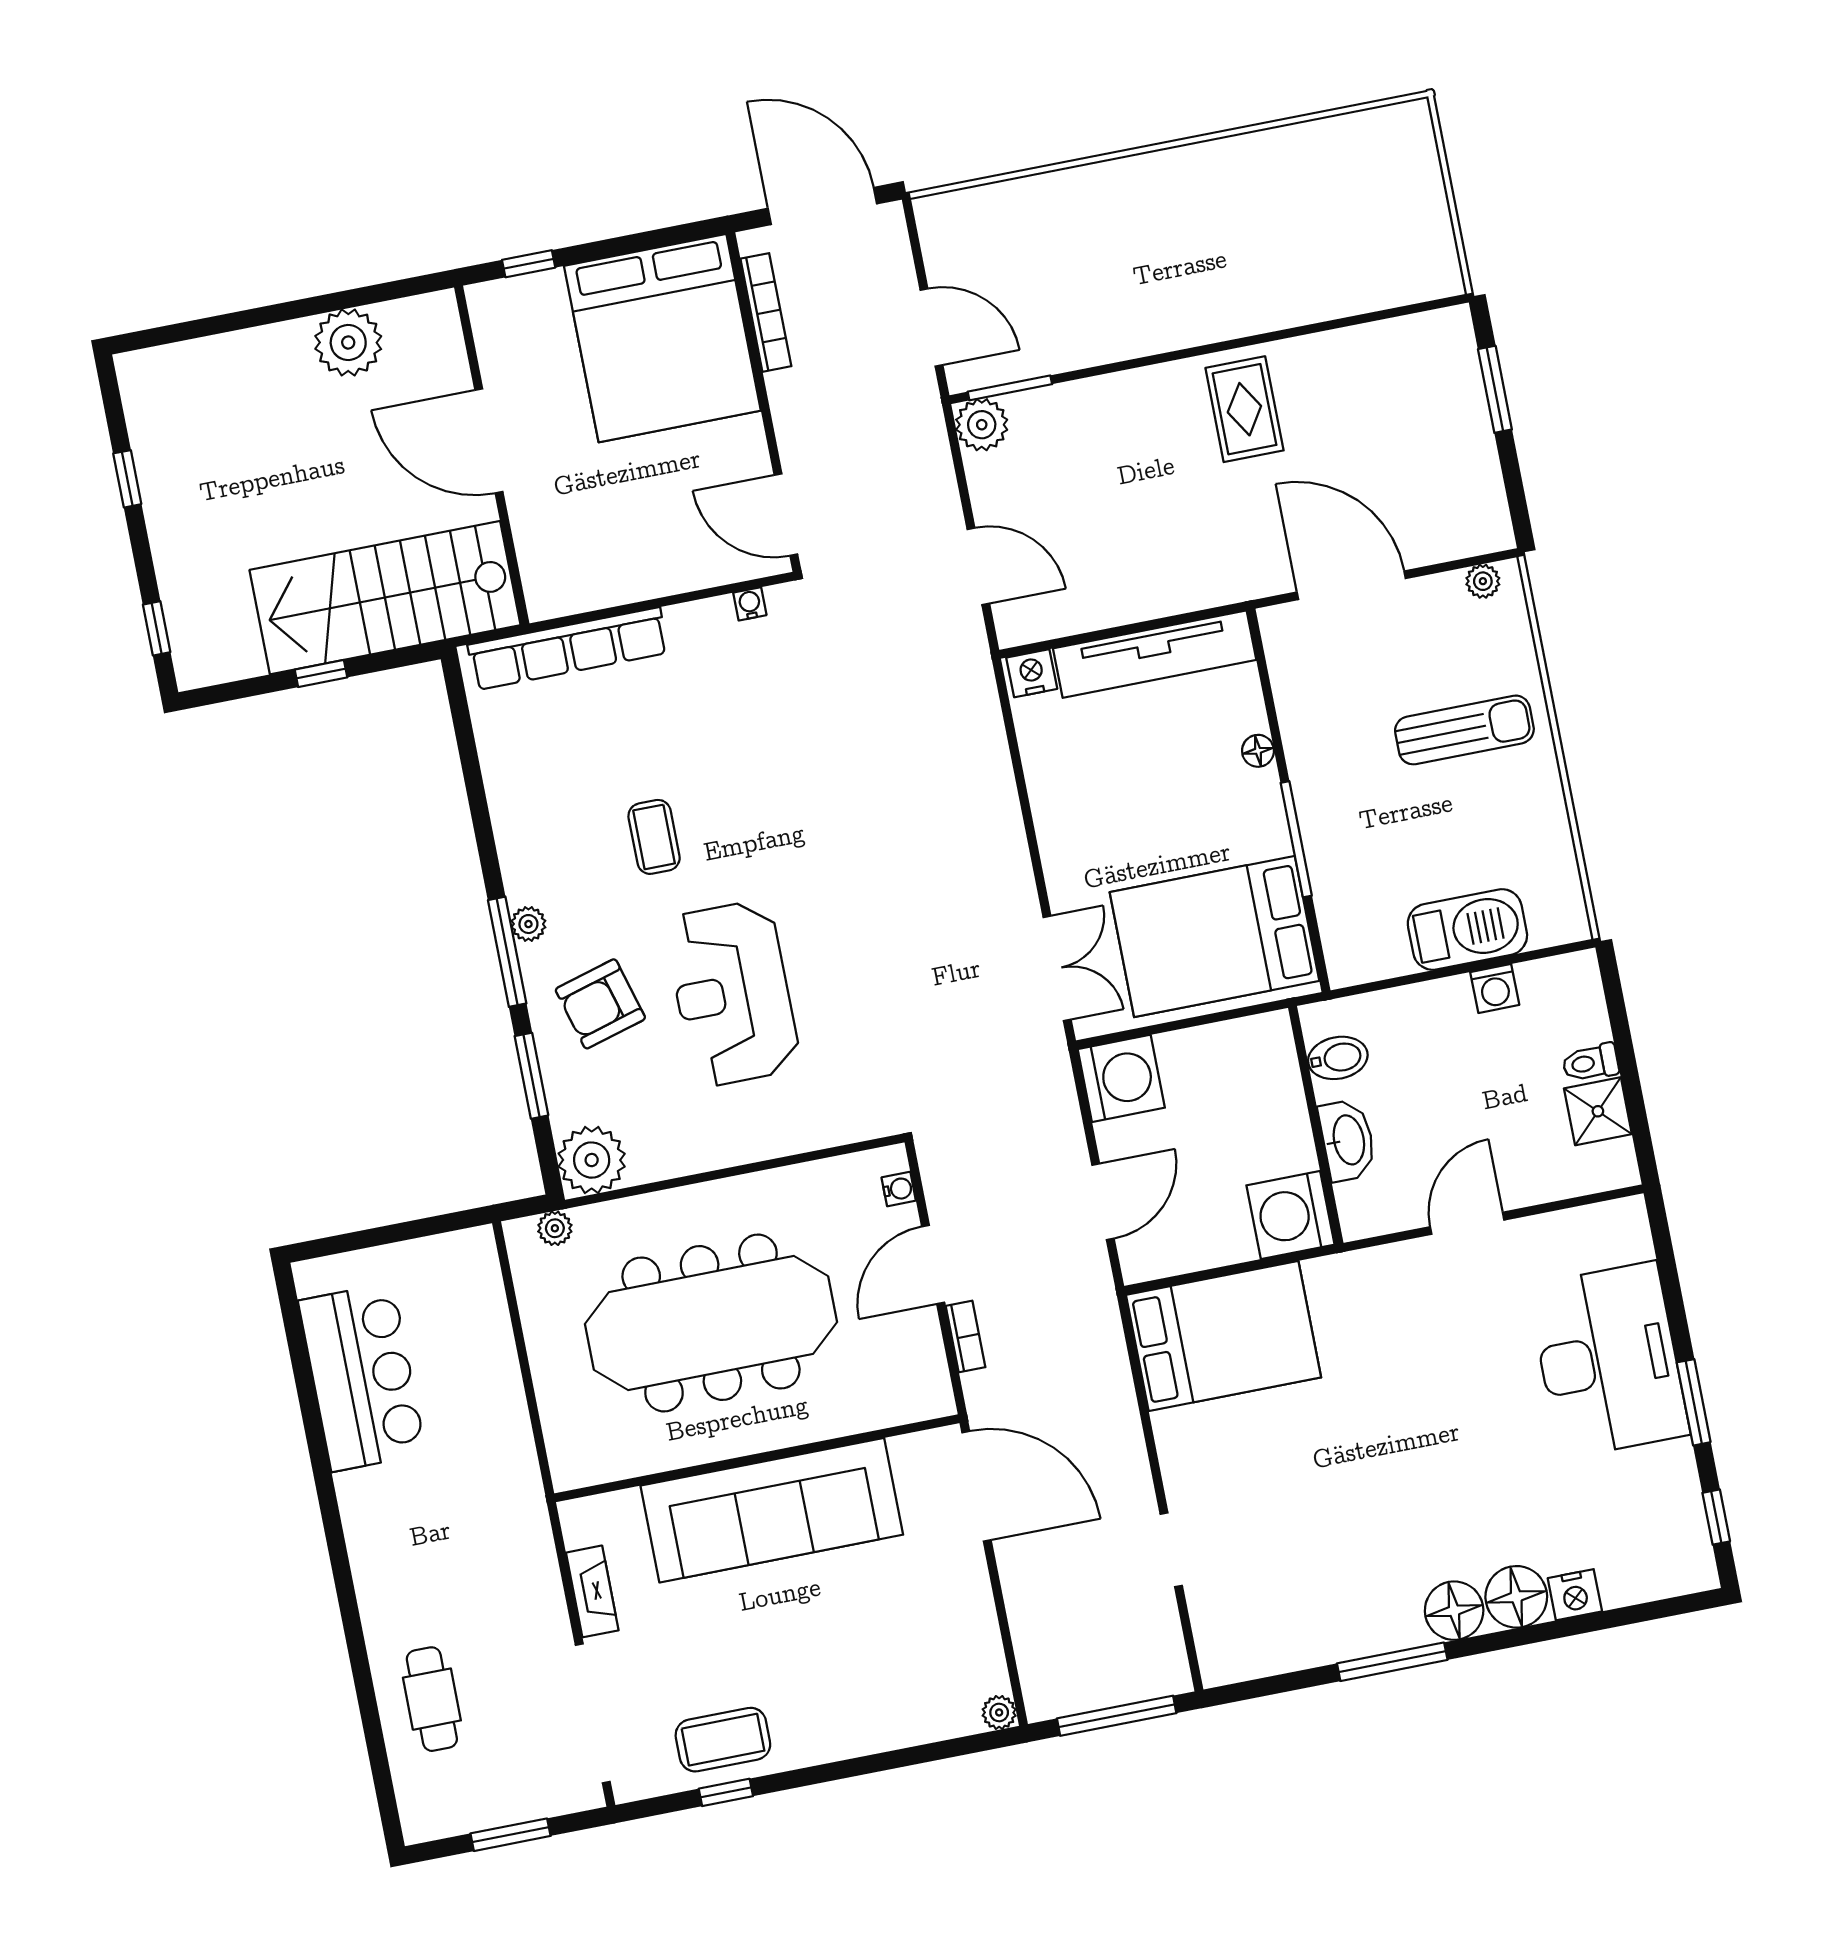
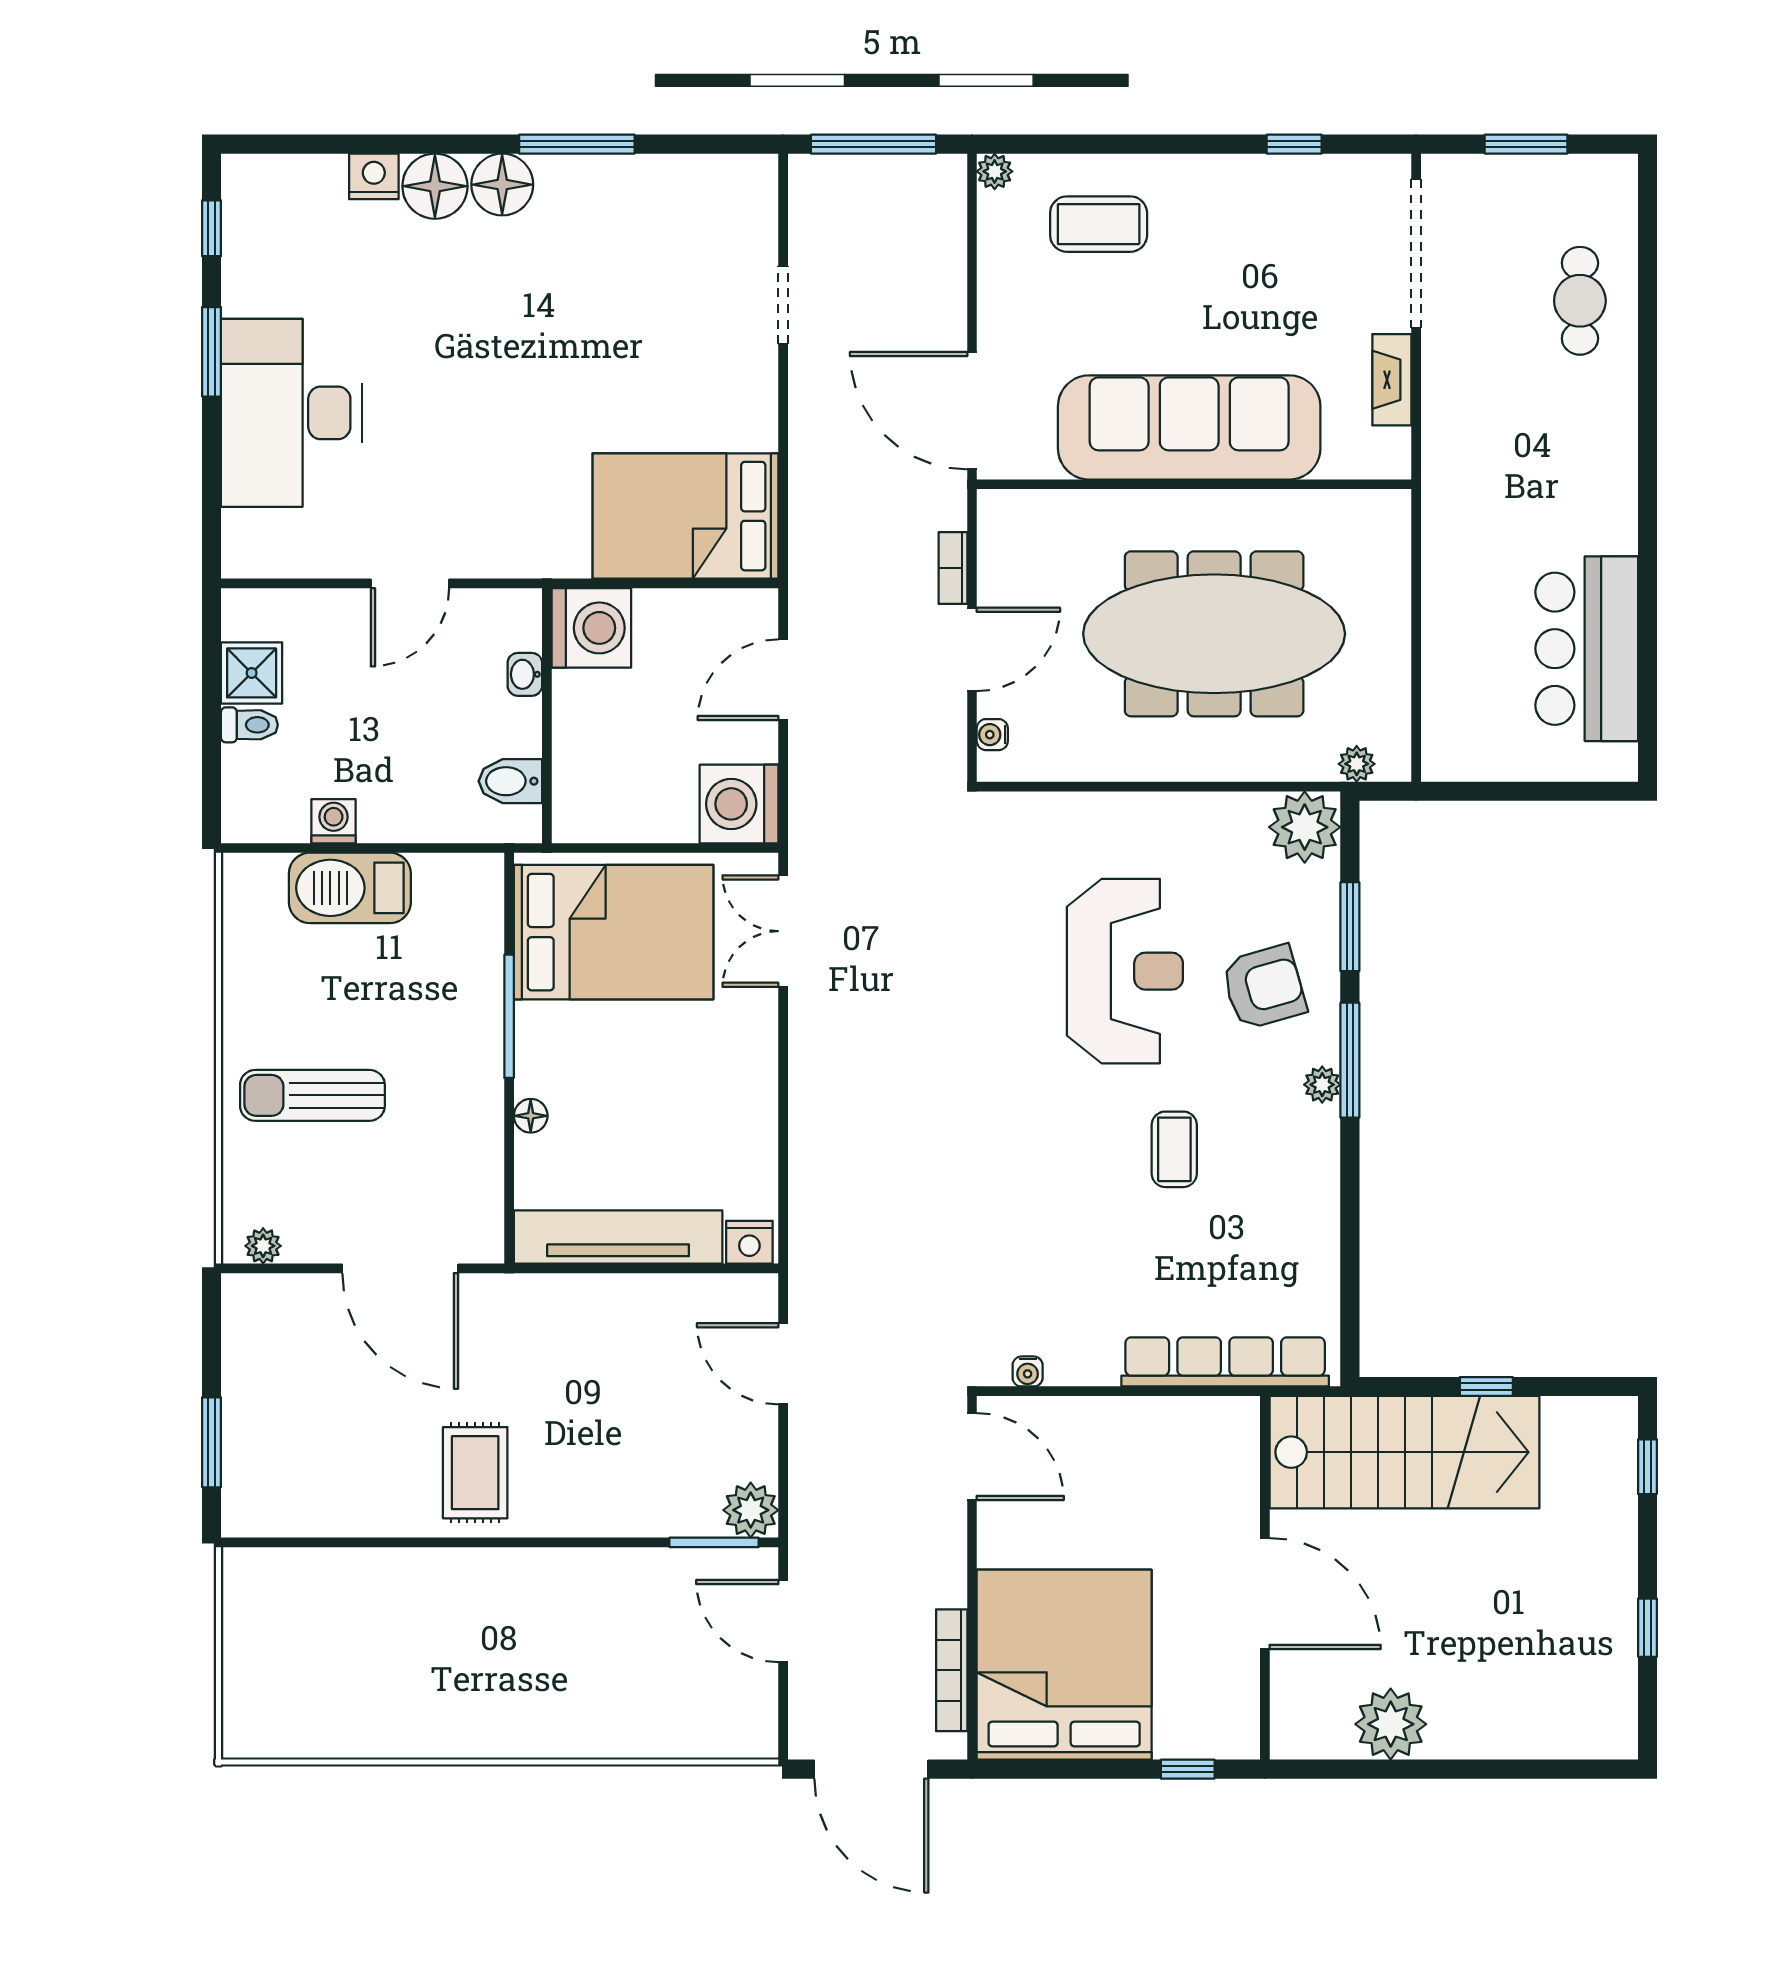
washbasin: (1347, 1140) -> (525, 674), width x0.52, depth x0.69
coffee table: (723, 1740) -> (1099, 224), moved

